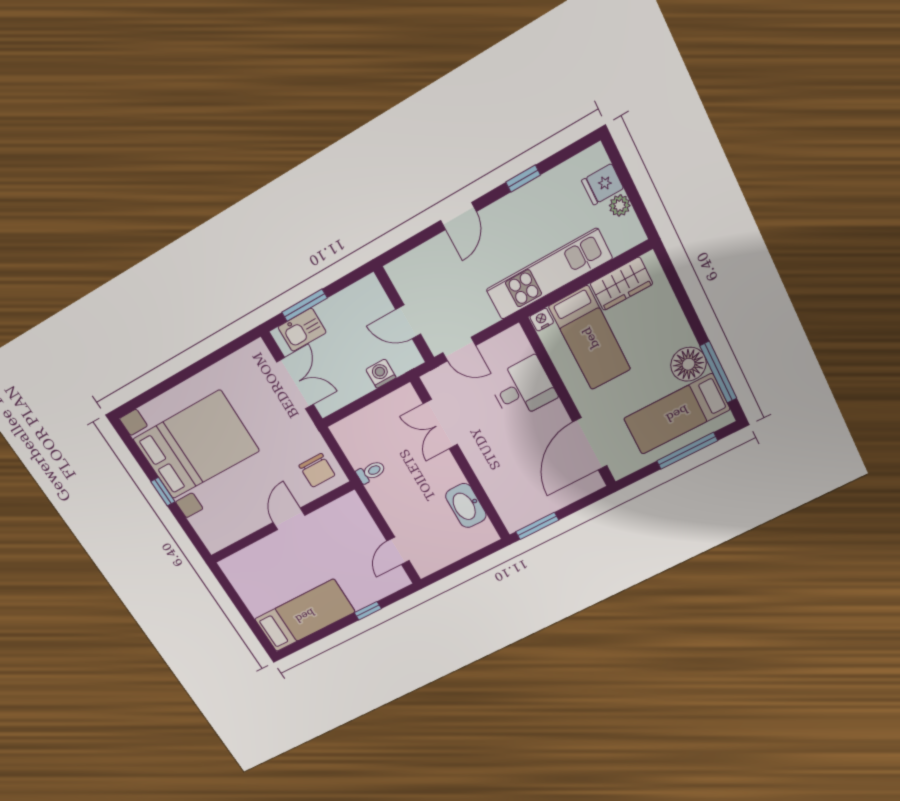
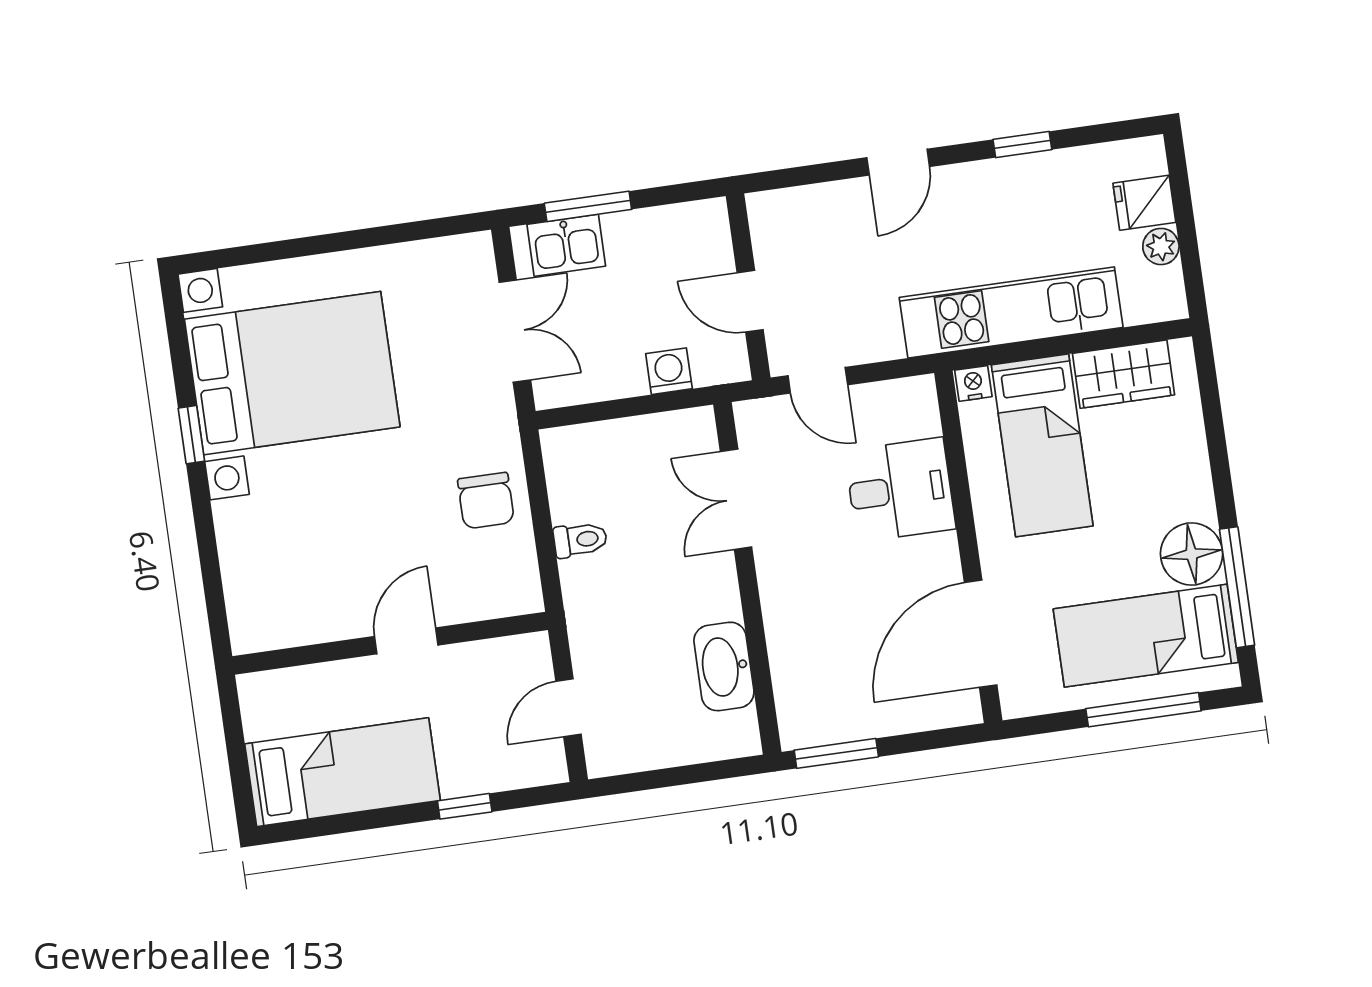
door: (289, 519) -> (406, 641), moved
wall: (282, 523) -> (390, 643), moved

